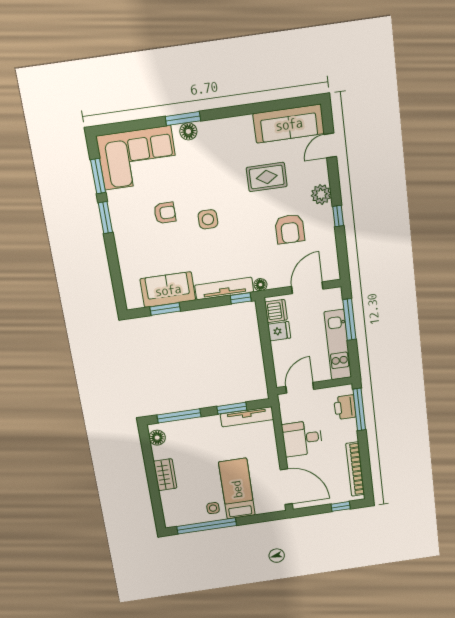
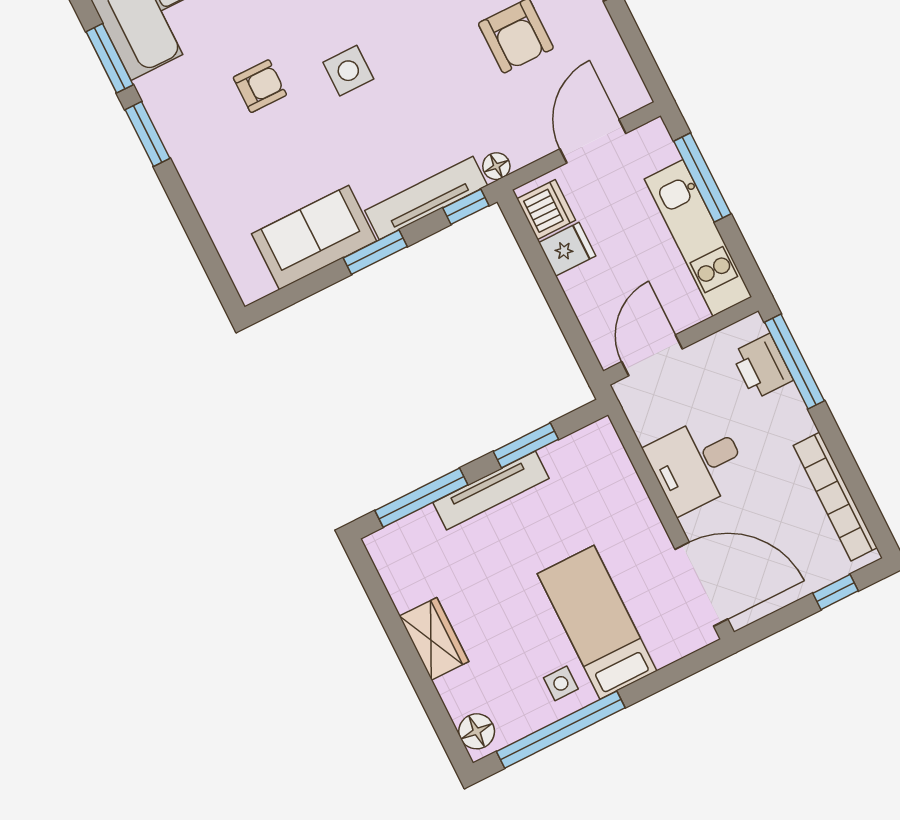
window: (165, 309) -> (375, 252), moved
tv unit: (247, 417) -> (491, 491), moved
floor lamp: (157, 438) -> (477, 731), moved

